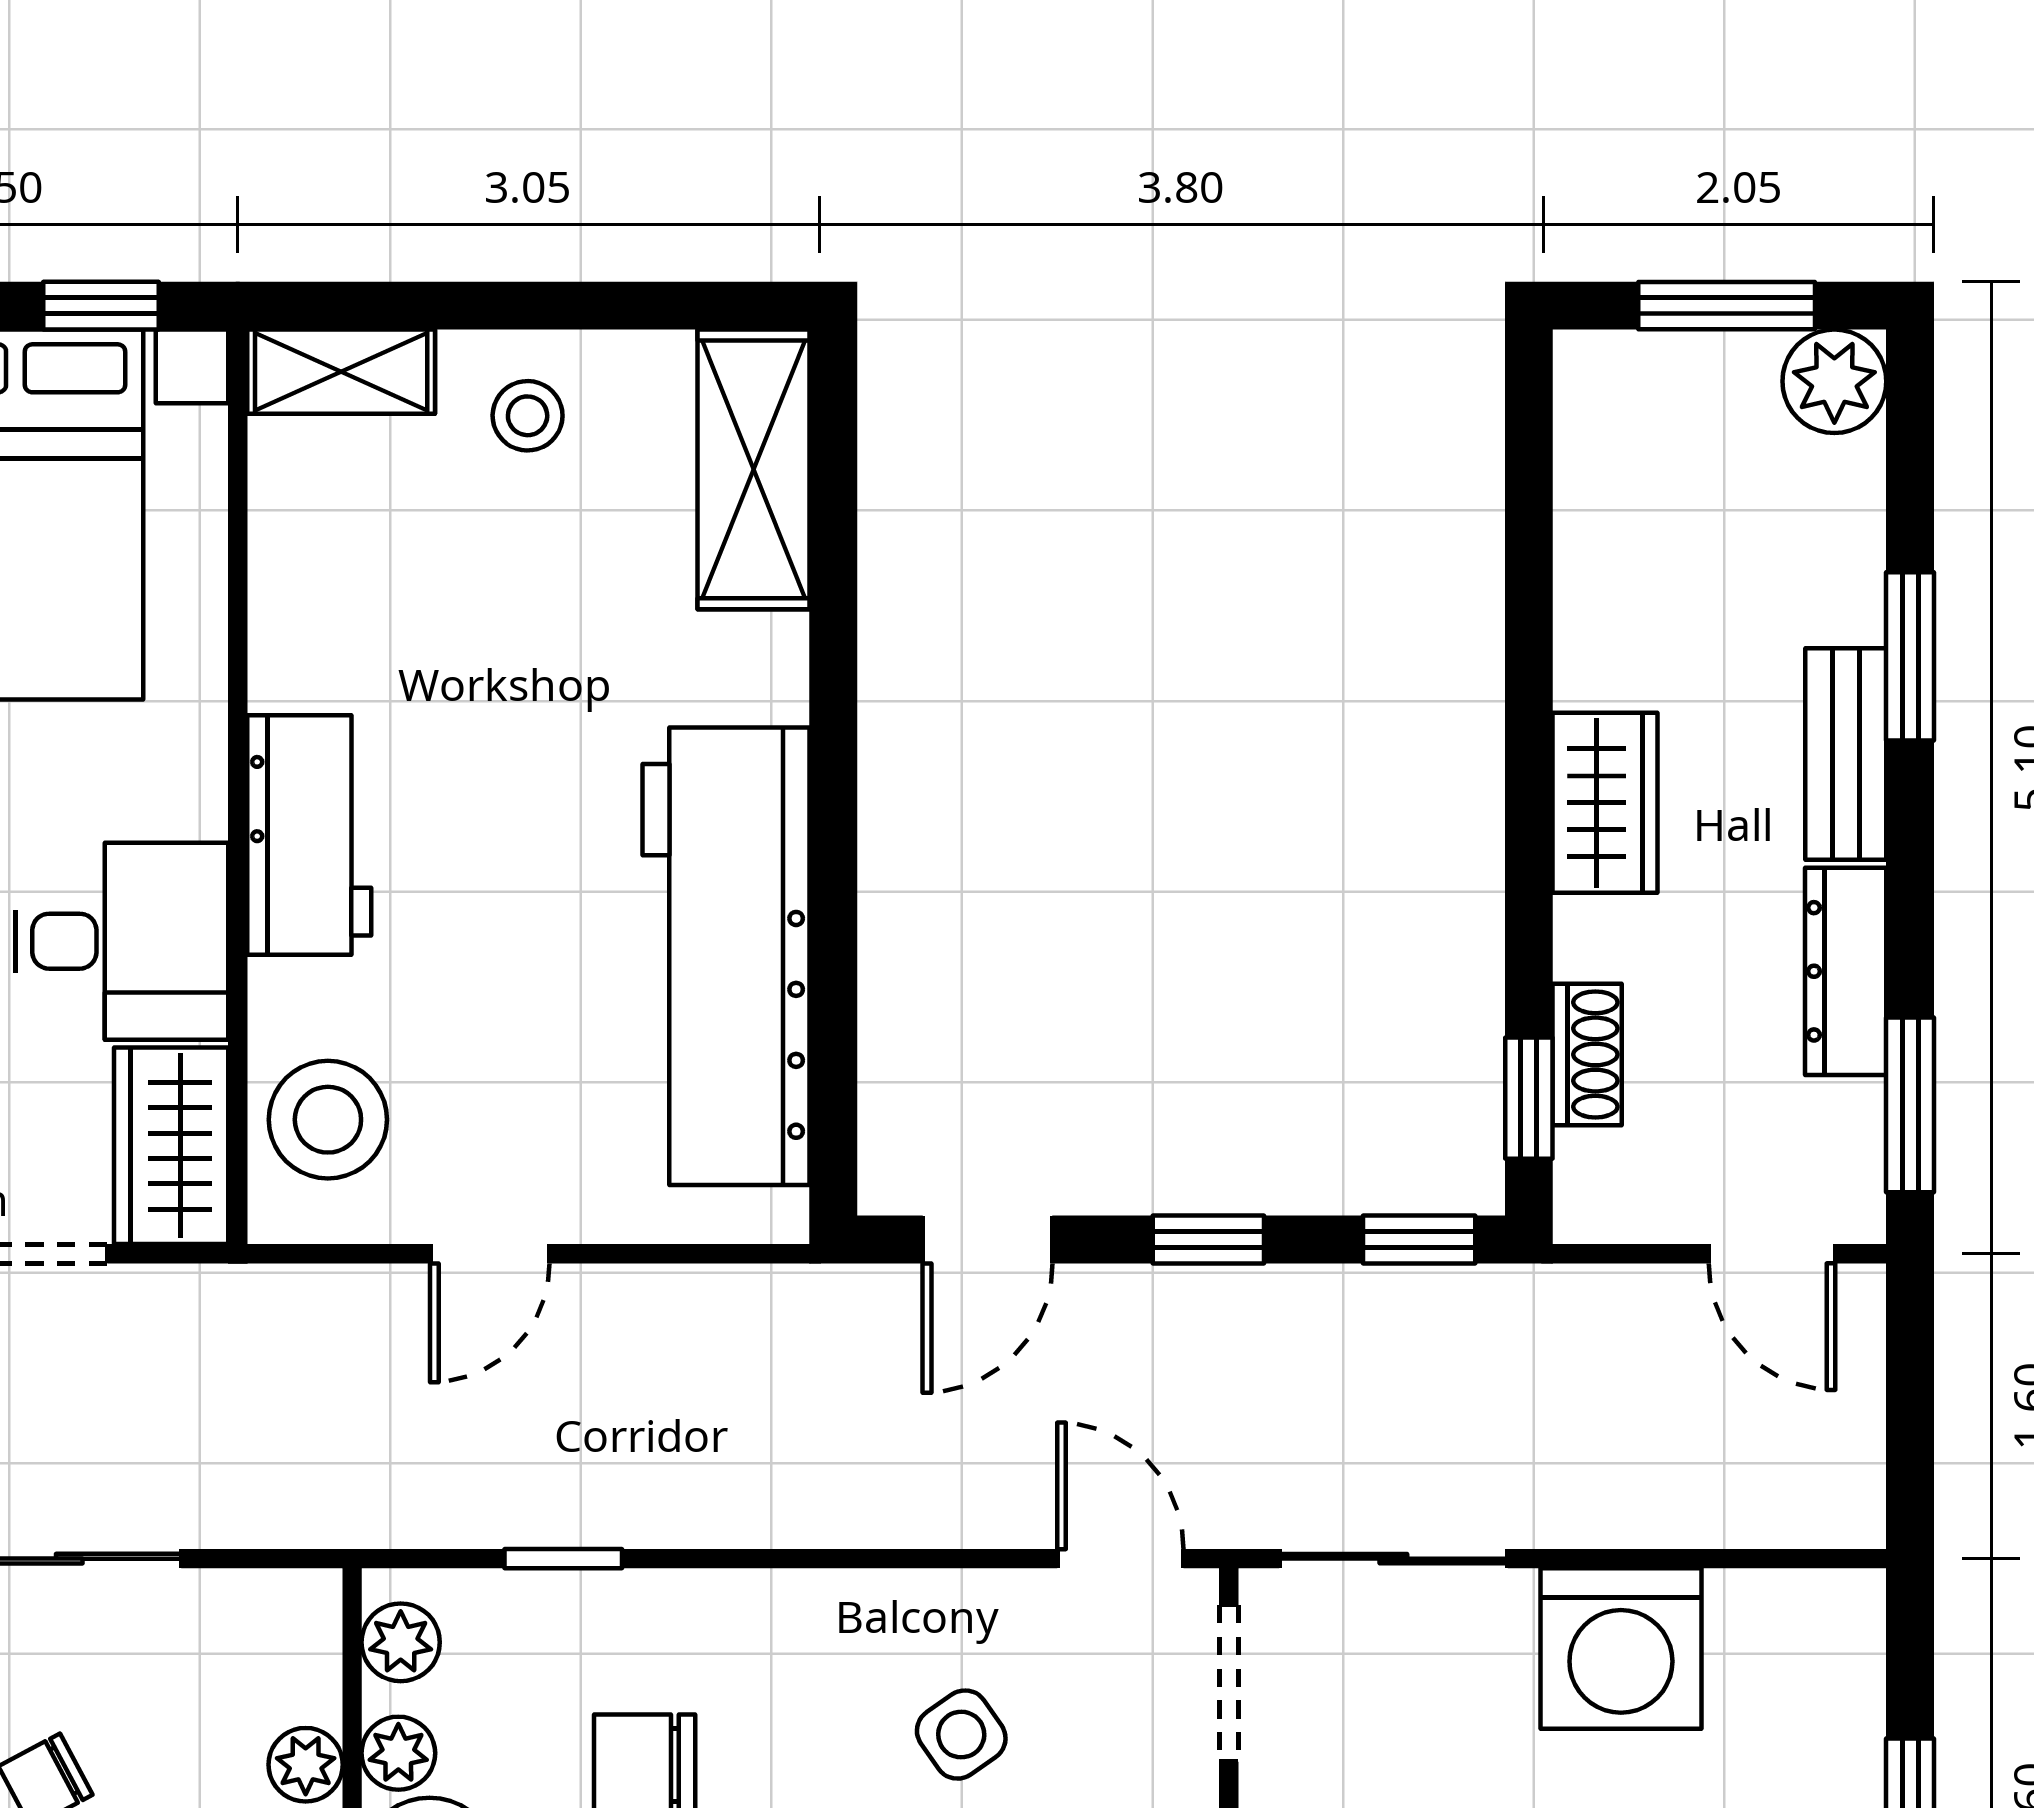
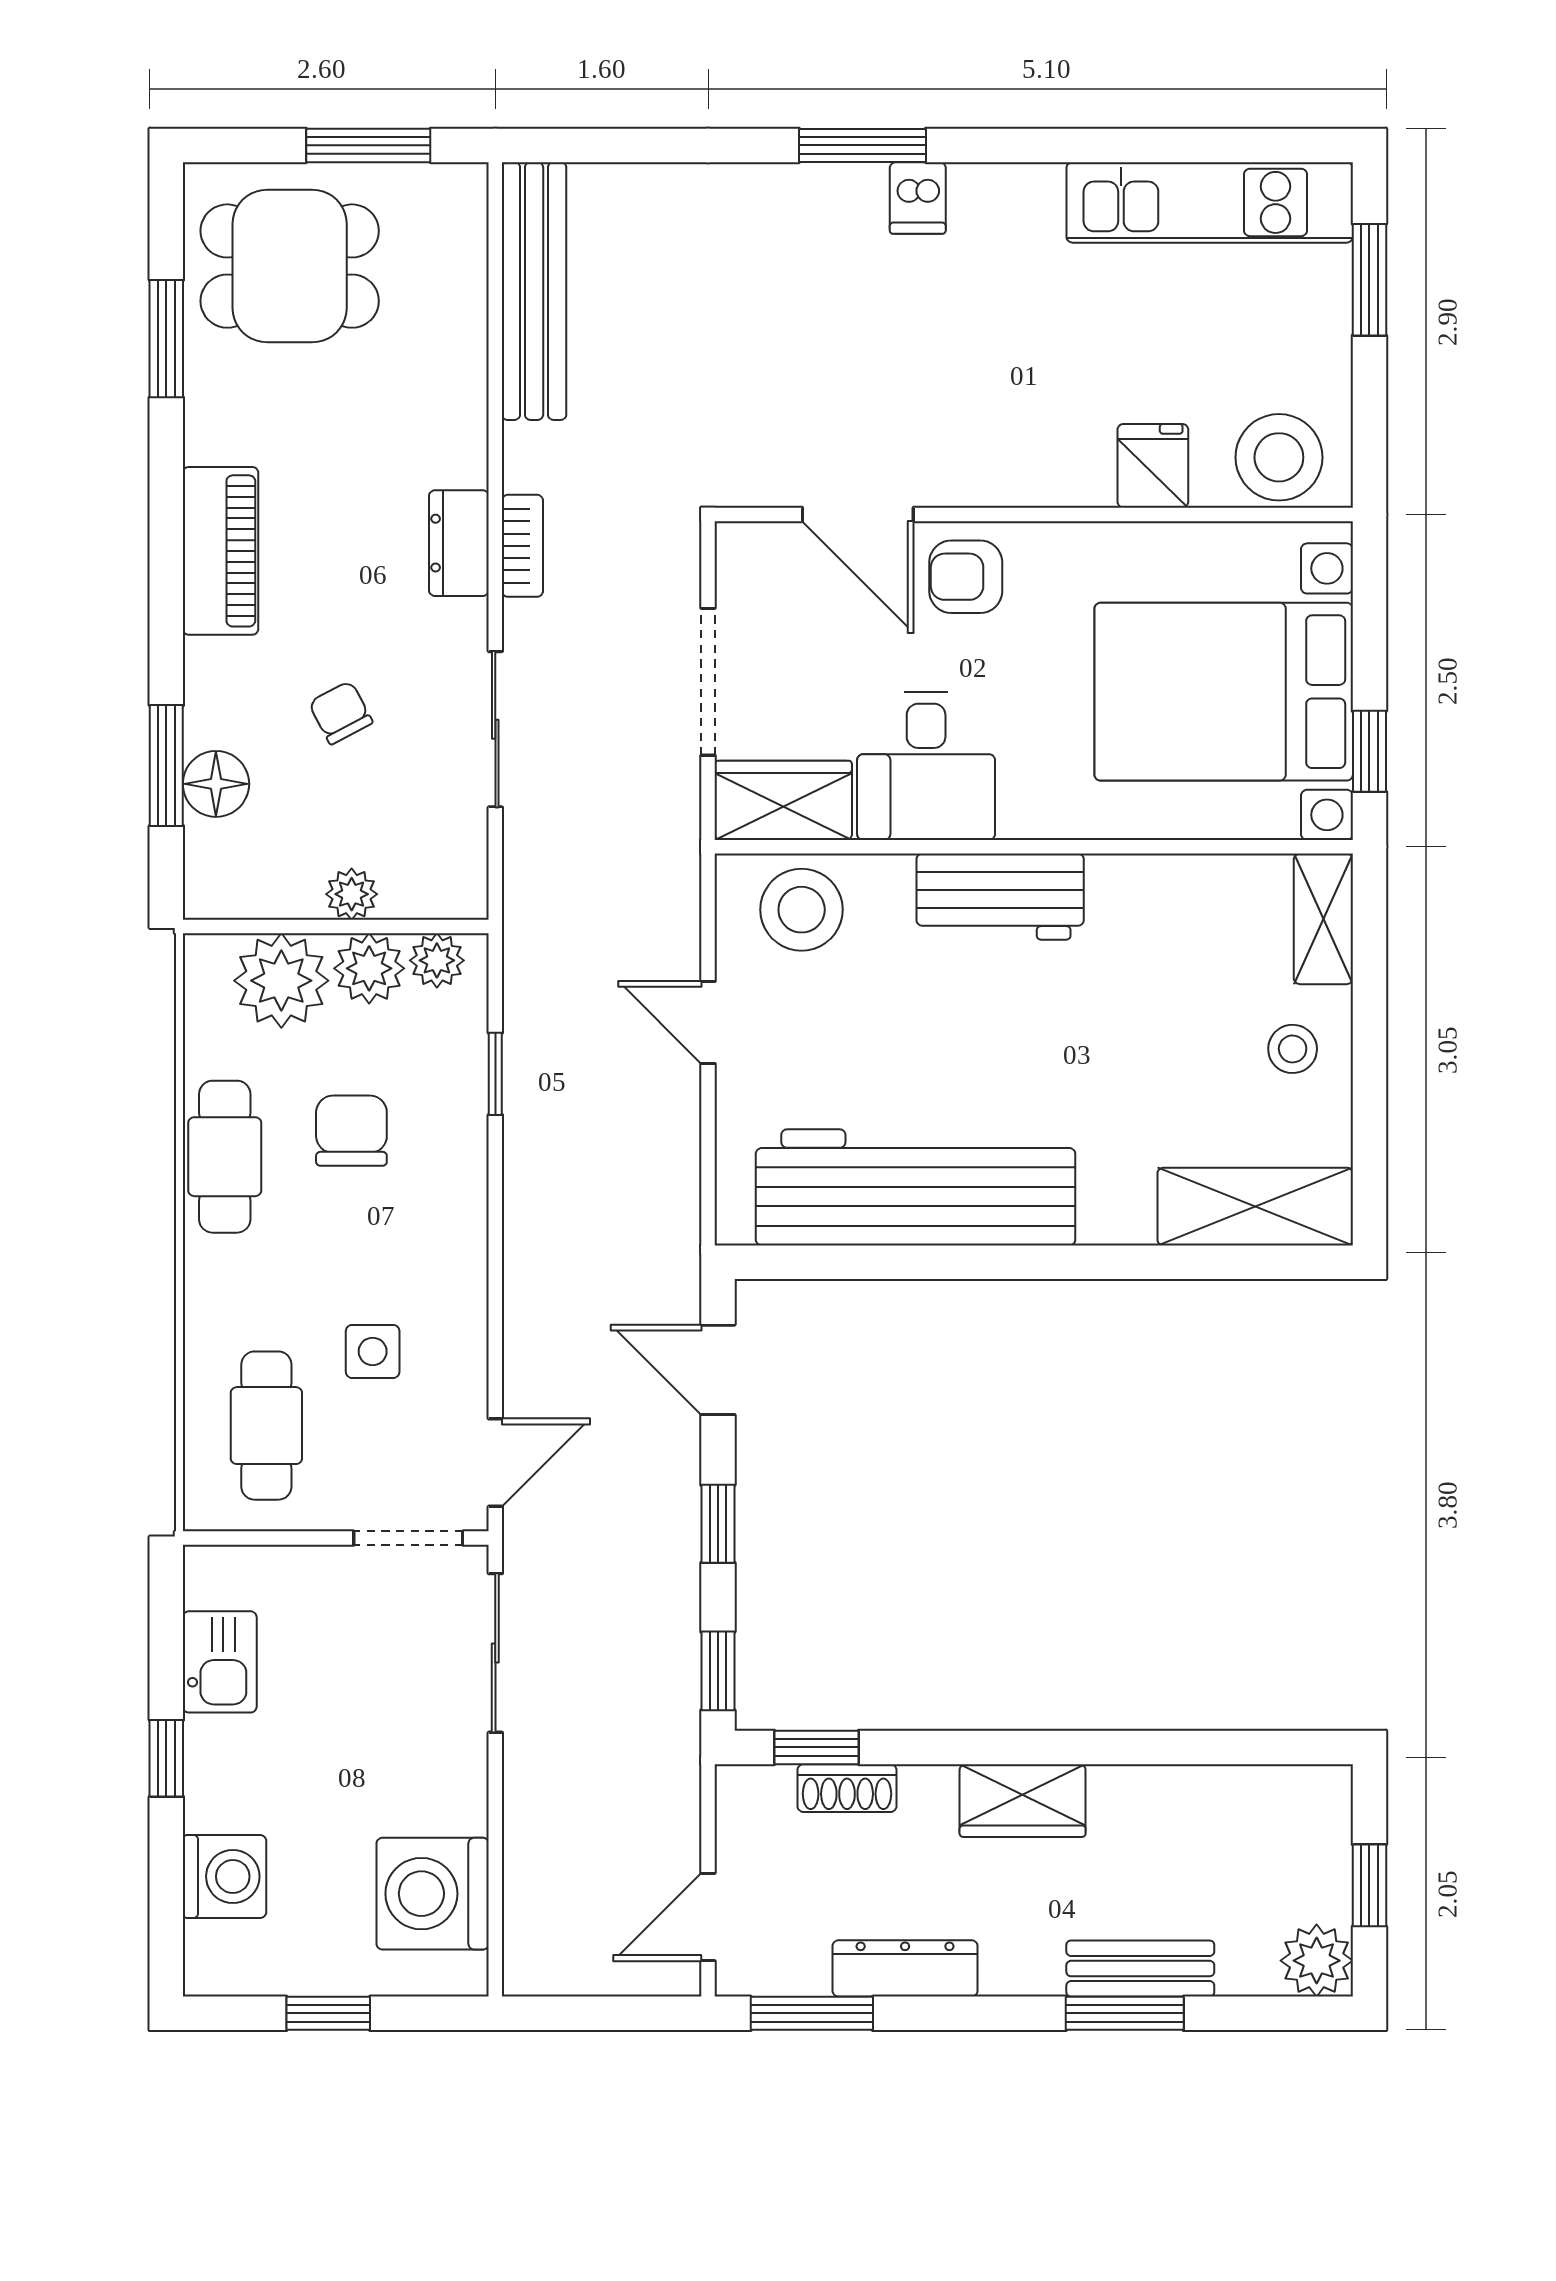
window: (1727, 306) -> (1369, 1885), width x0.67
bench: (1846, 754) -> (1140, 1969), moved
washing machine: (1621, 1649) -> (433, 1894), moved
side table: (961, 1735) -> (373, 1351), turned 35
plant: (398, 1753) -> (369, 968), width x1.38, depth x1.38

